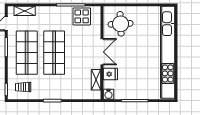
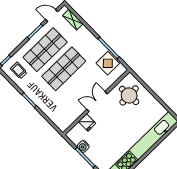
double door: (102, 52) -> (97, 102), swing flipped
shelving: (96, 80) -> (73, 116), removed
water cooler: (108, 94) -> (83, 146), moved

